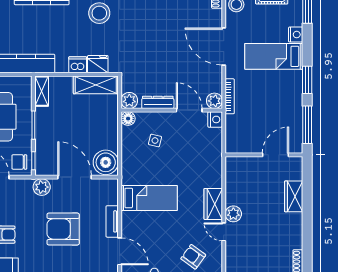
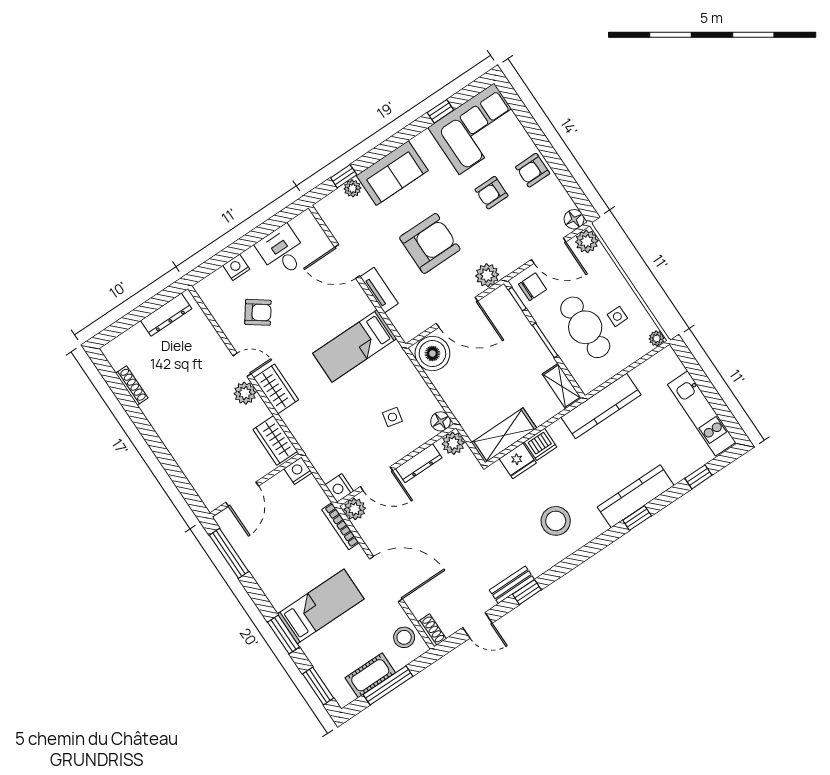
nightstand: (296, 35) -> (298, 471), moved, turned 90
window: (307, 80) -> (284, 635), moved
wardrobe: (294, 196) -> (275, 440), moved, turned 180

